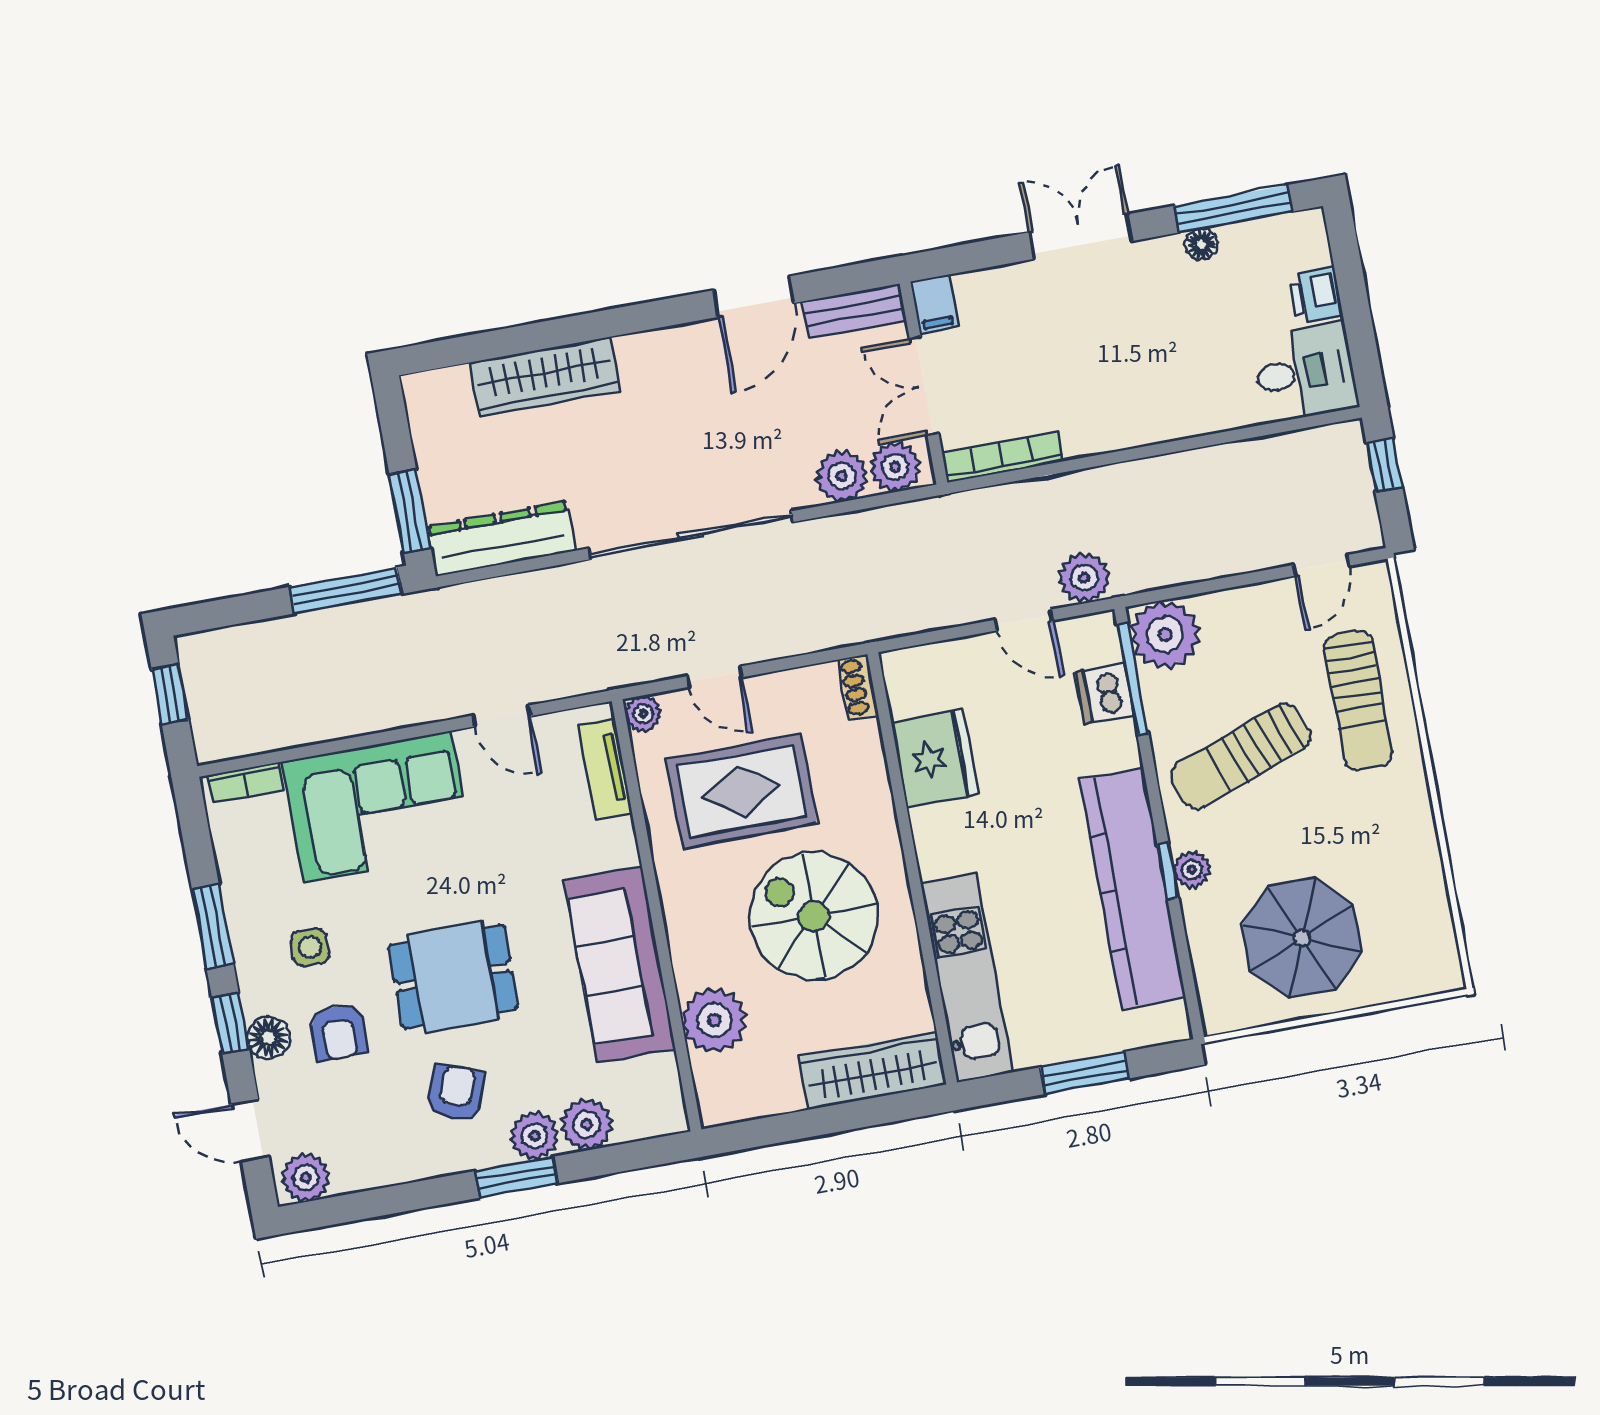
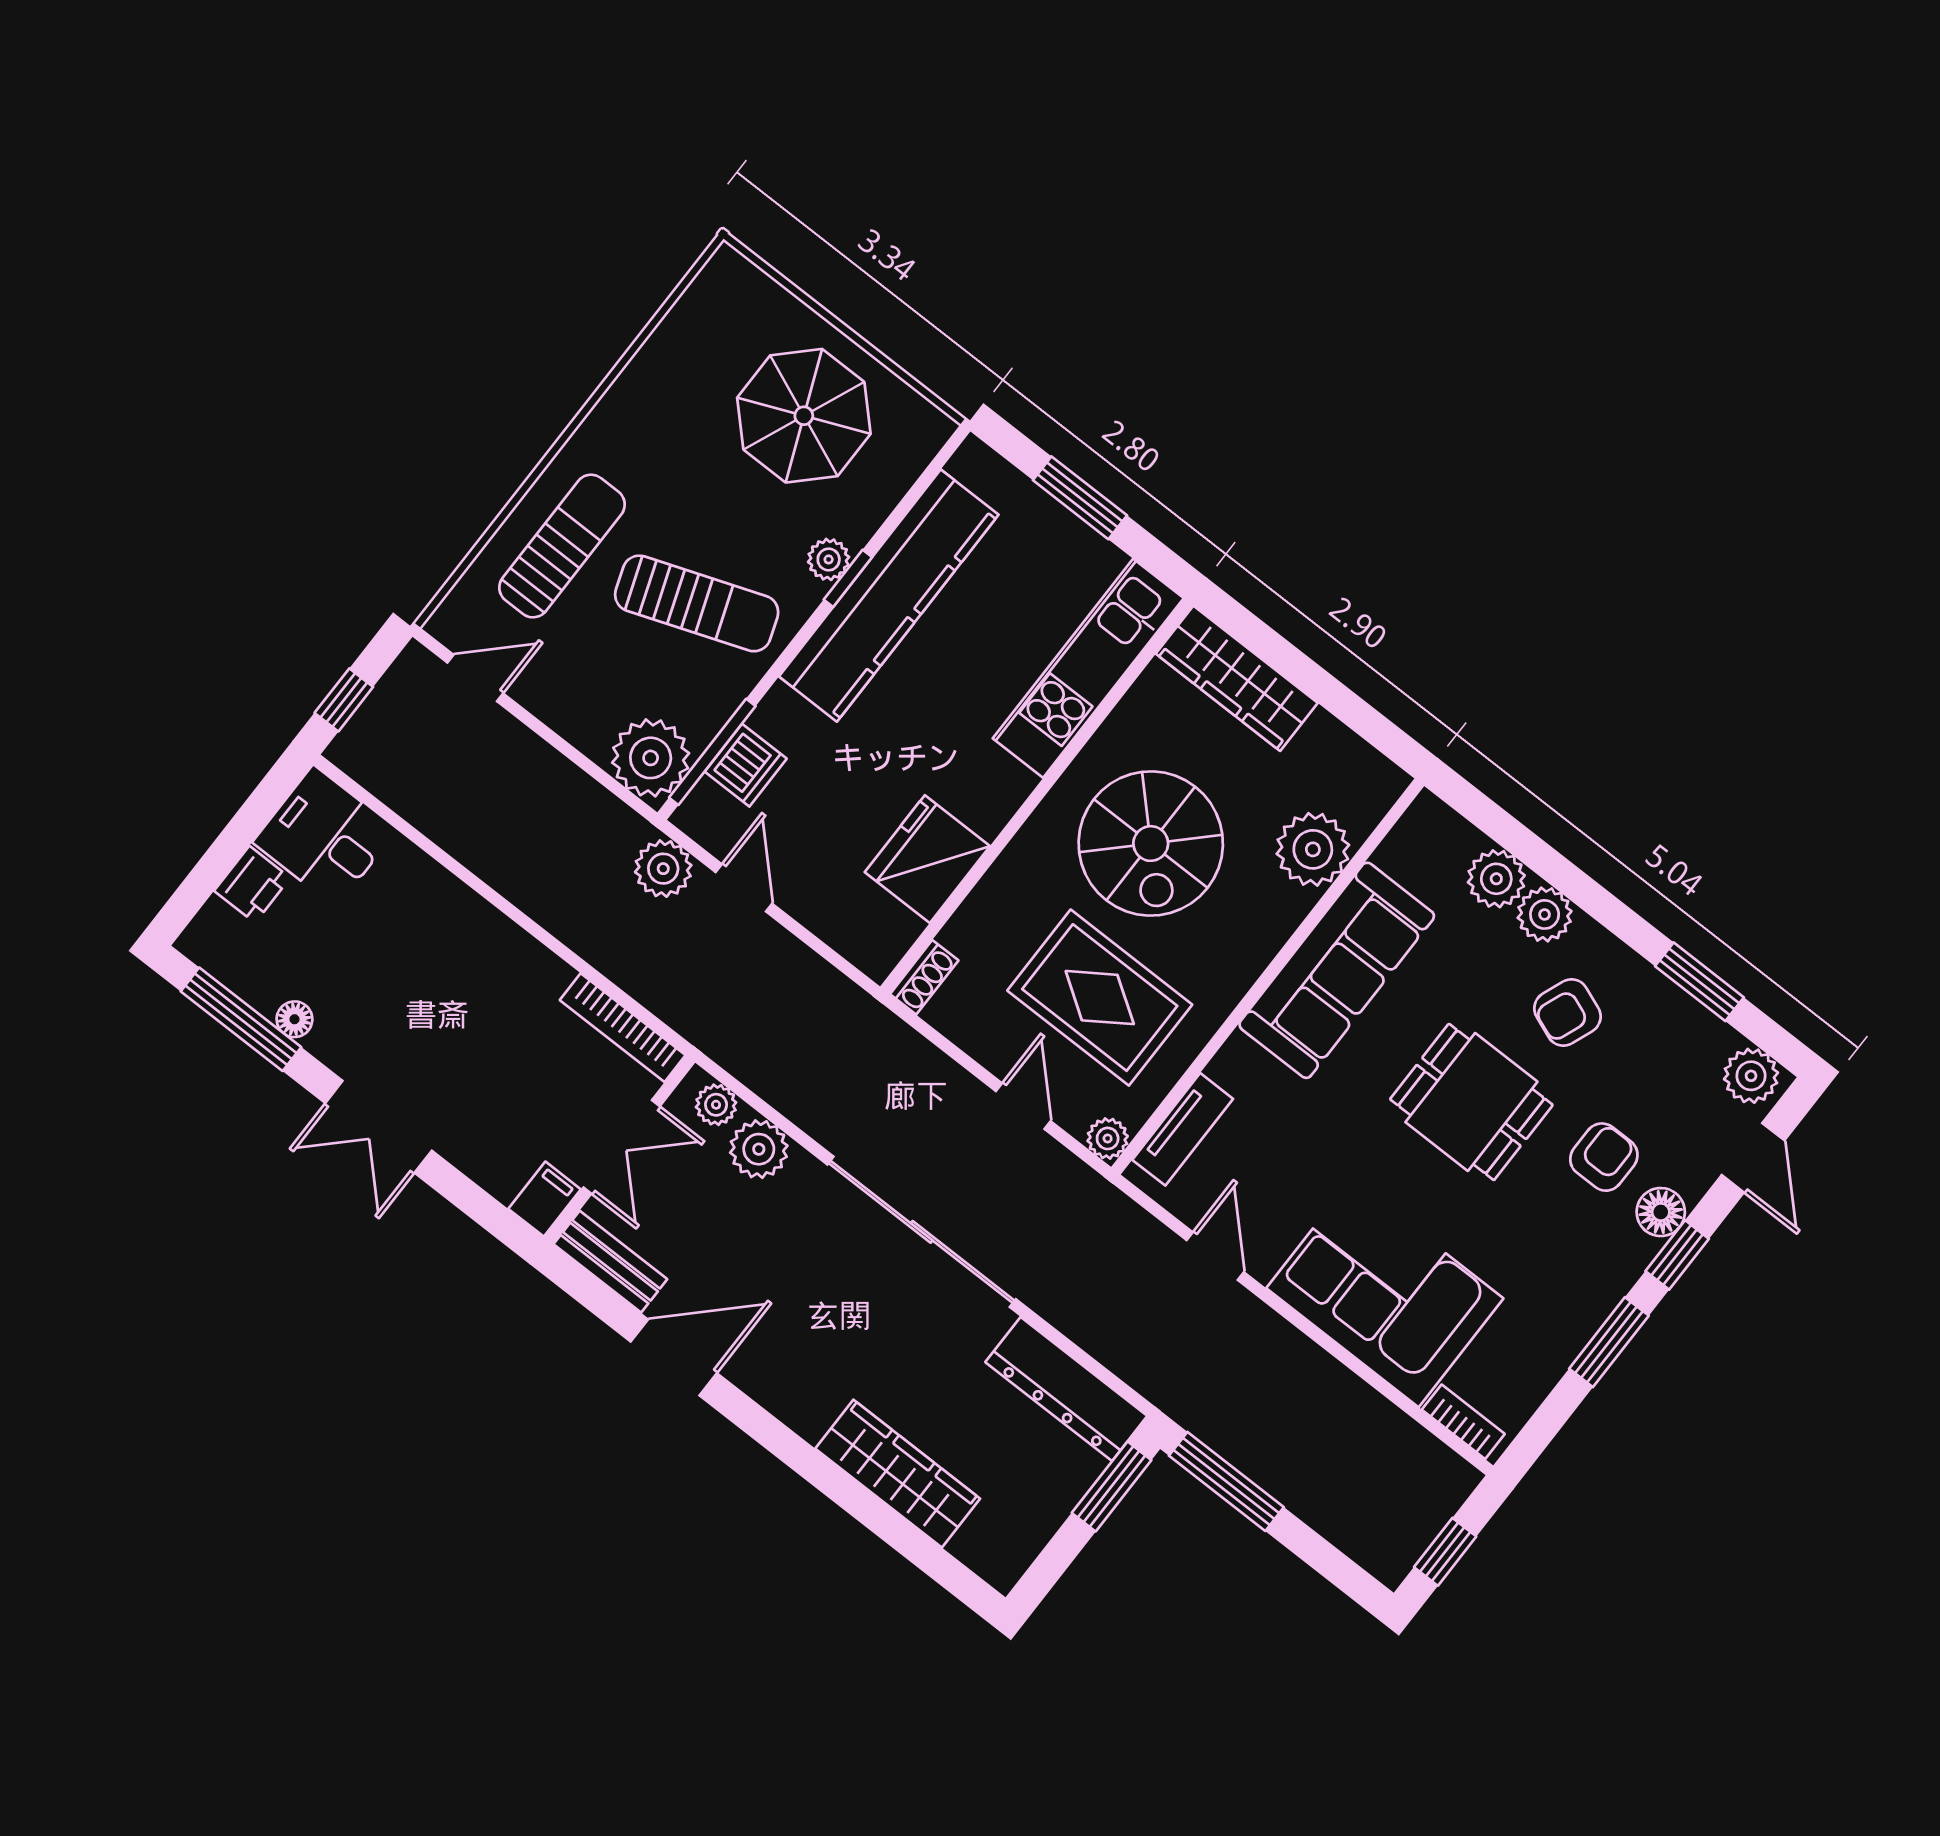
plant: (895, 467) -> (716, 1105), width x0.73, depth x0.73
side table: (310, 947) -> (1554, 1245), removed
window: (516, 1177) -> (1699, 982), moved

